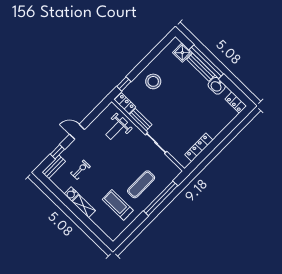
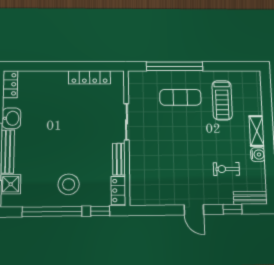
window: (148, 60) -> (52, 212), added
weight bench: (117, 128) -> (151, 174), removed

